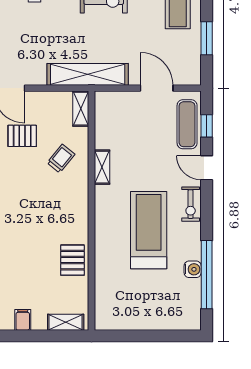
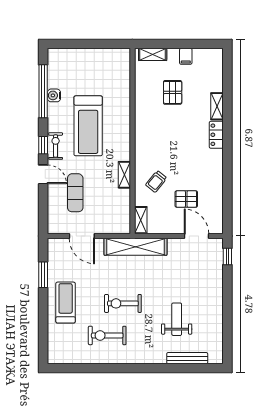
exercise mat: (187, 124) -> (75, 193), moved
window: (207, 126) -> (43, 145), moved
pallet: (72, 260) -> (173, 92), moved

